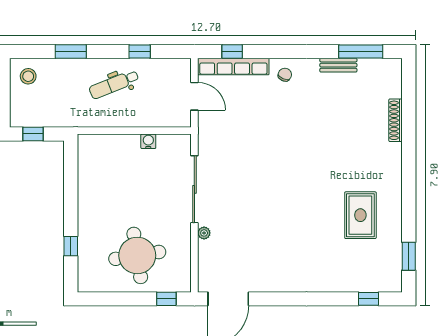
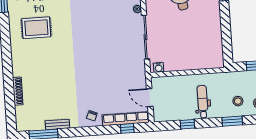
stool: (60, 82) -> (238, 101), added
dental chair: (114, 84) -> (203, 102), turned -68
water cooler: (148, 141) -> (159, 68), moved
rug: (360, 215) -> (36, 28), turned 90

